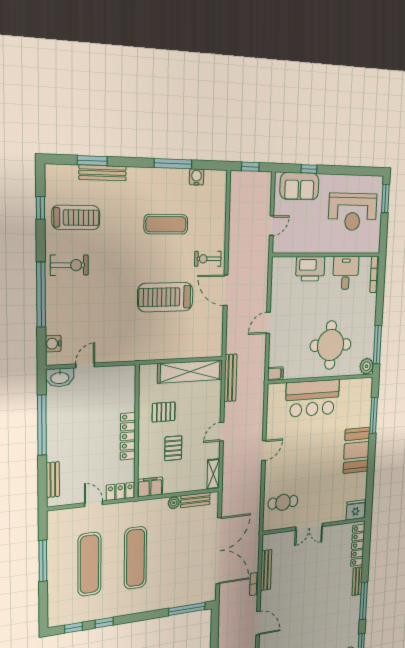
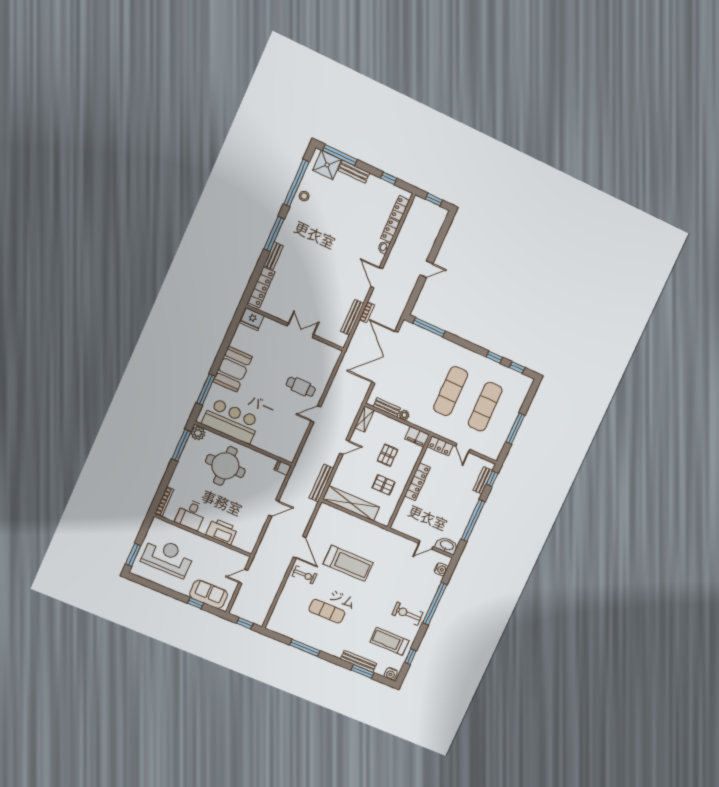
water cooler: (197, 177) -> (391, 674), moved
bar counter: (312, 398) -> (231, 421), moved
window: (42, 488) -> (492, 479), added
cafe table: (283, 502) -> (301, 387), moved

